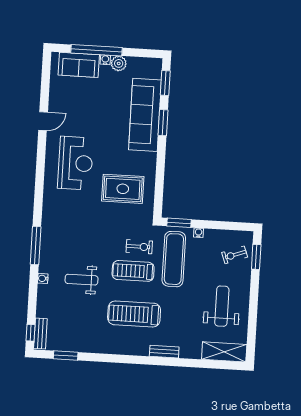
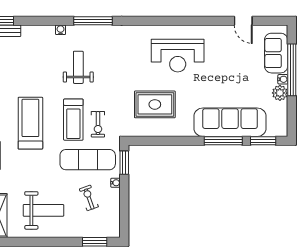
door: (43, 121) -> (243, 21), moved
window: (163, 123) -> (223, 141), width x1.44
rug: (123, 189) -> (155, 104), turned 90
exercise bike: (235, 255) -> (89, 198), moved
treadmill: (133, 271) -> (73, 120), turned 180
weight bench: (82, 280) -> (78, 67), moved

